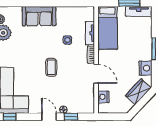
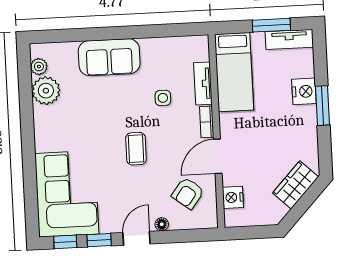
nightstand: (145, 68) -> (304, 91), moved
door: (96, 74) -> (218, 156), swing flipped
armchair: (79, 93) -> (188, 193), added
door: (49, 117) -> (136, 238), hinge flipped
window: (71, 117) -> (99, 240), moved

